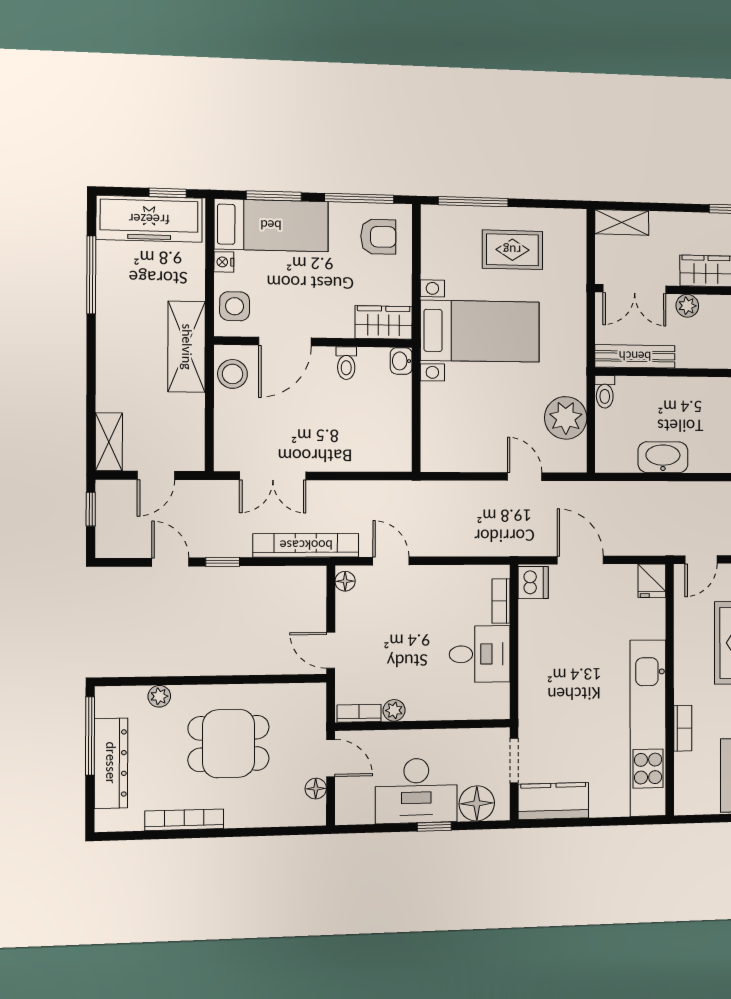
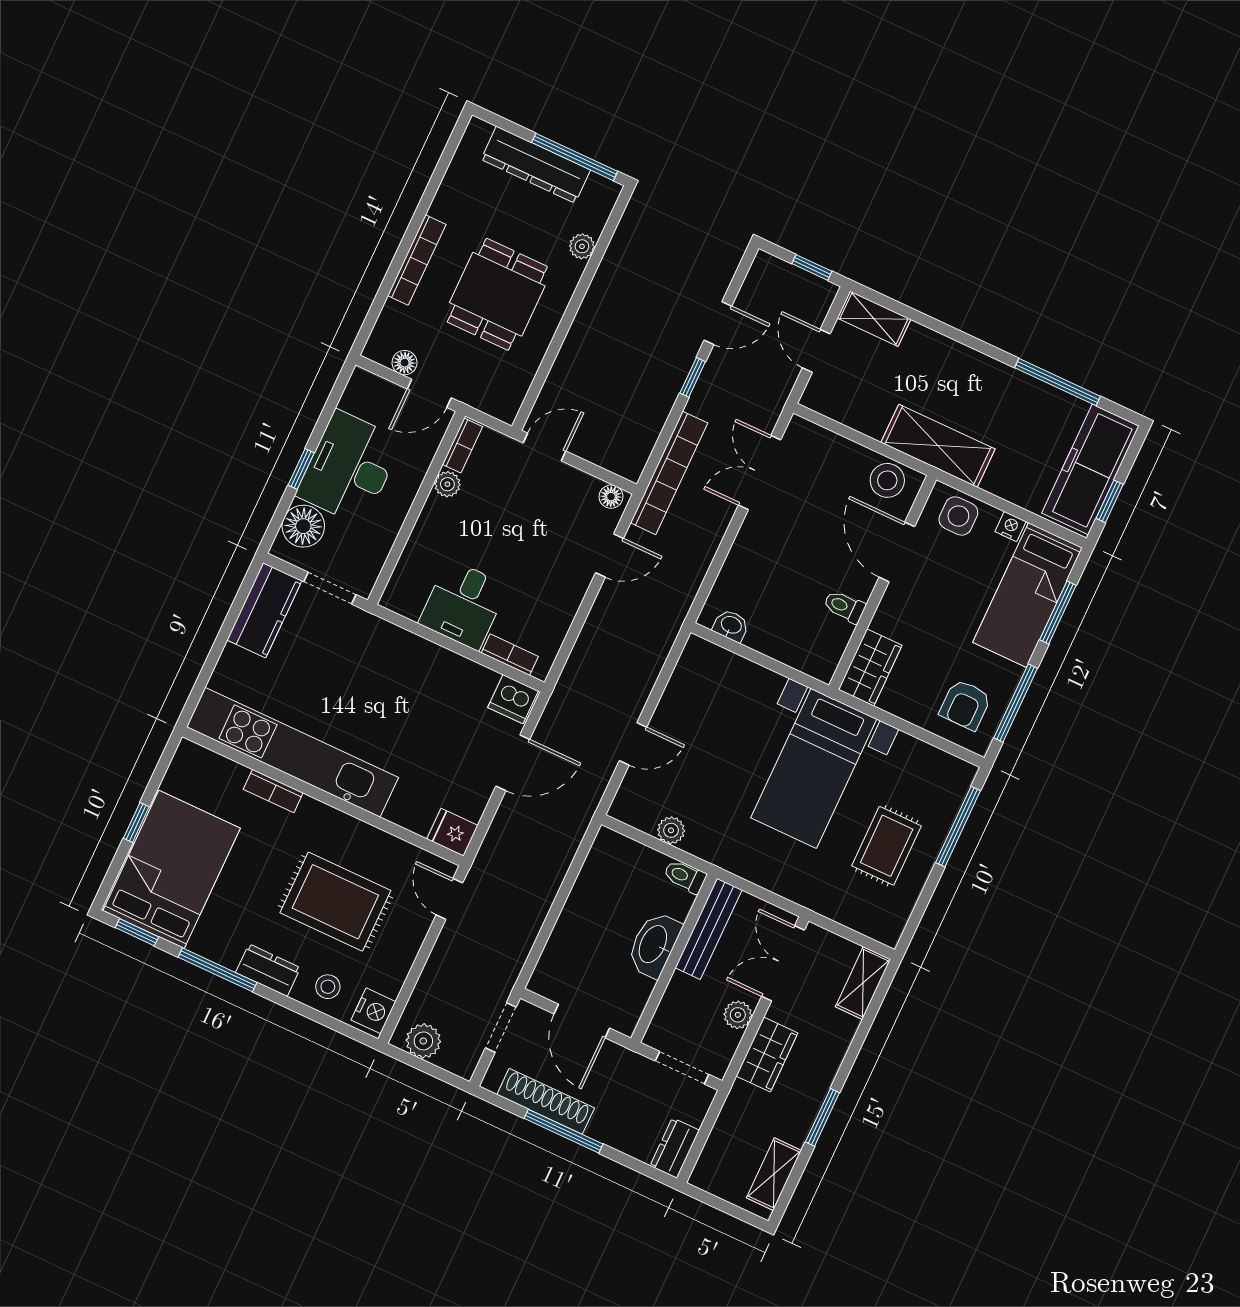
washbasin: (401, 361) -> (731, 626), moved
plant: (566, 418) -> (671, 830), width x0.53, depth x0.53
washbasin: (663, 457) -> (654, 945), moved, turned 180
bookcase: (184, 820) -> (417, 260), moved

